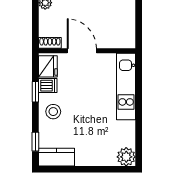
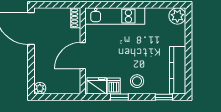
shoe rack: (50, 43) -> (76, 18), moved
kitchen counter: (56, 157) -> (178, 70), width x1.50

